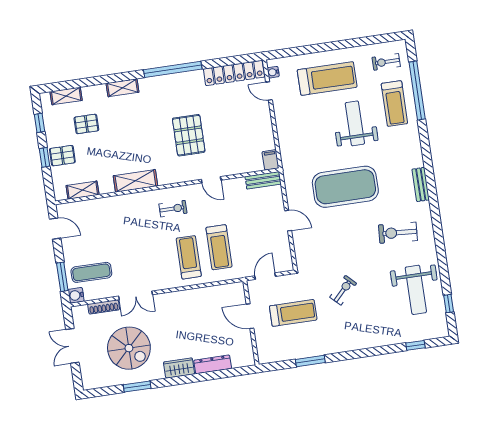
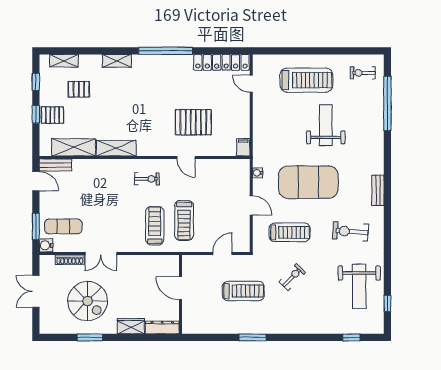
water cooler: (273, 72) -> (258, 173), moved
treadmill: (394, 104) -> (290, 232), moved, turned -90
pallet: (189, 135) -> (193, 122), moved, turned 90
bench: (263, 180) -> (56, 165), moved
shelving: (83, 190) -> (74, 147), width x1.50, depth x1.33
door: (250, 316) -> (181, 288), moved
wall: (251, 323) -> (181, 294), moved

